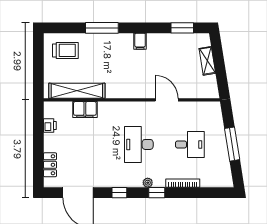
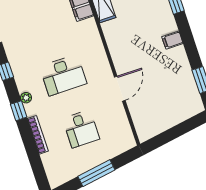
shelving: (207, 61) -> (175, 118), removed
desk: (139, 144) -> (63, 75), turned 180

